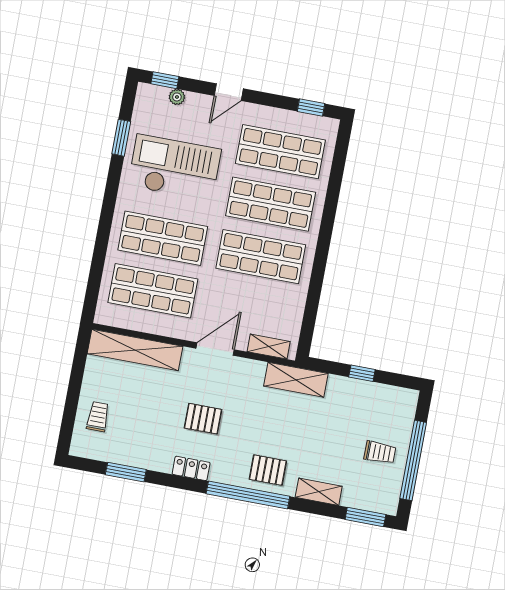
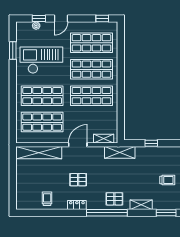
window: (165, 80) -> (39, 19), moved
trolley: (98, 417) -> (47, 199), moved
window: (126, 472) -> (45, 213), removed

